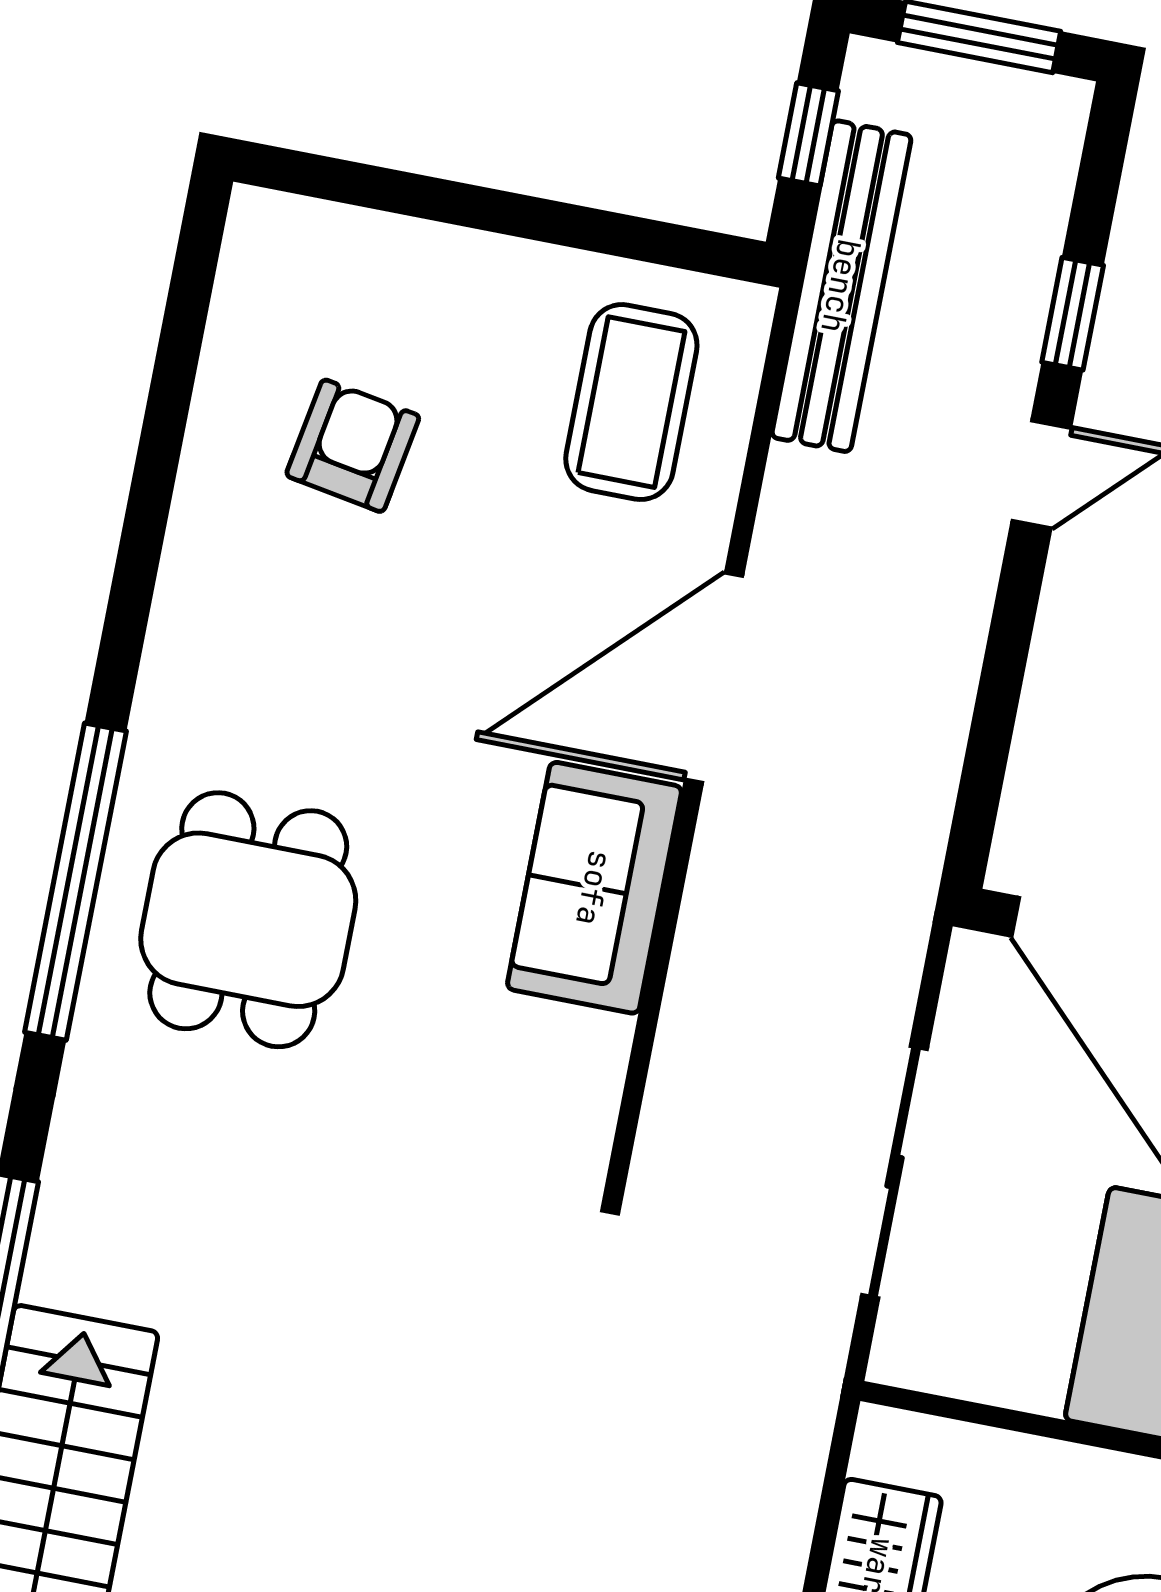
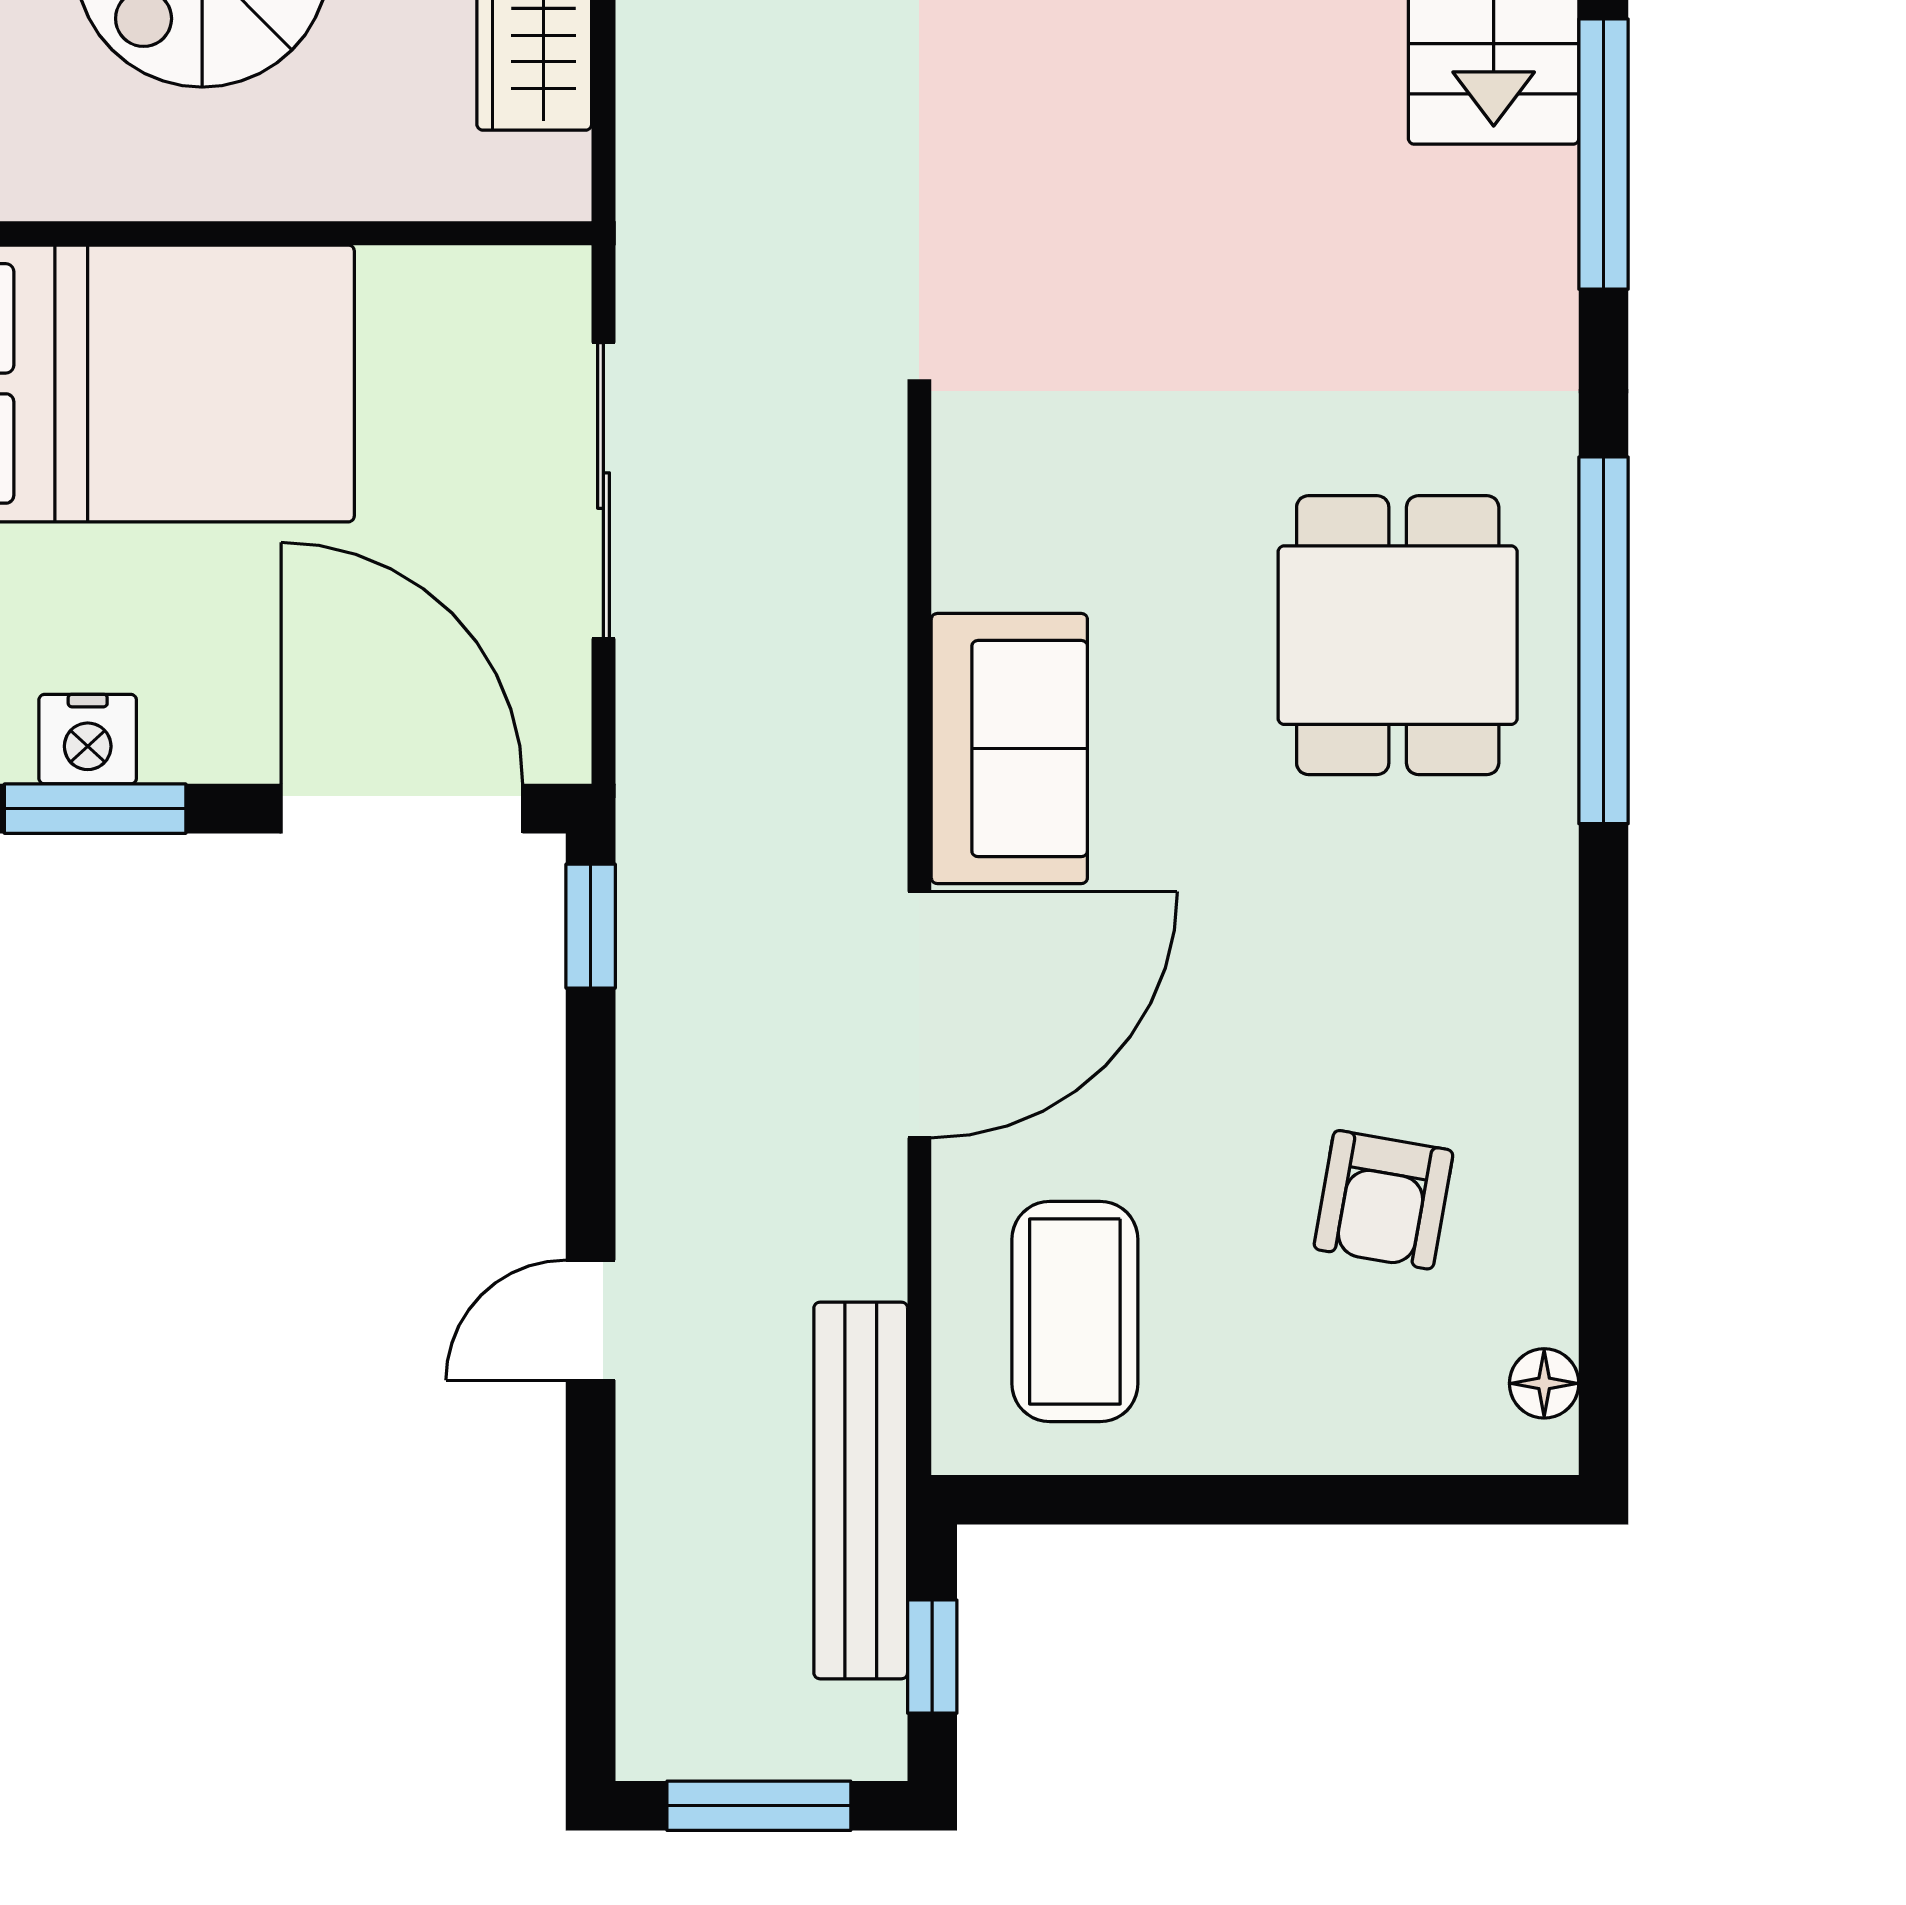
floor lamp: (247, 265) -> (1544, 1383), added
window: (1073, 314) -> (591, 926), moved

